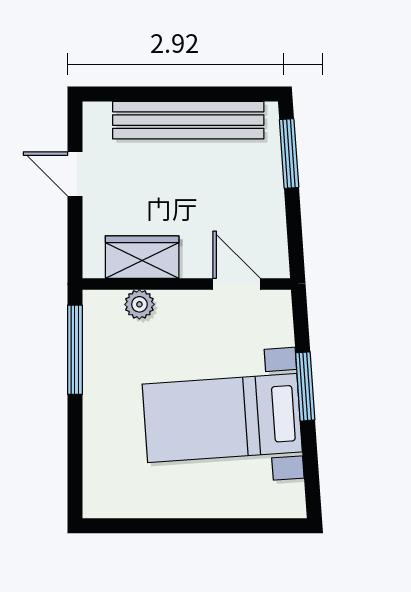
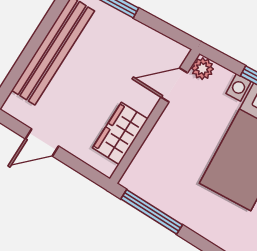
plant: (139, 304) -> (202, 69), moved

